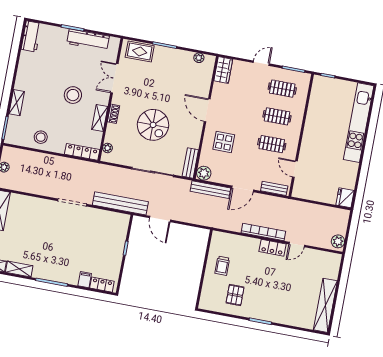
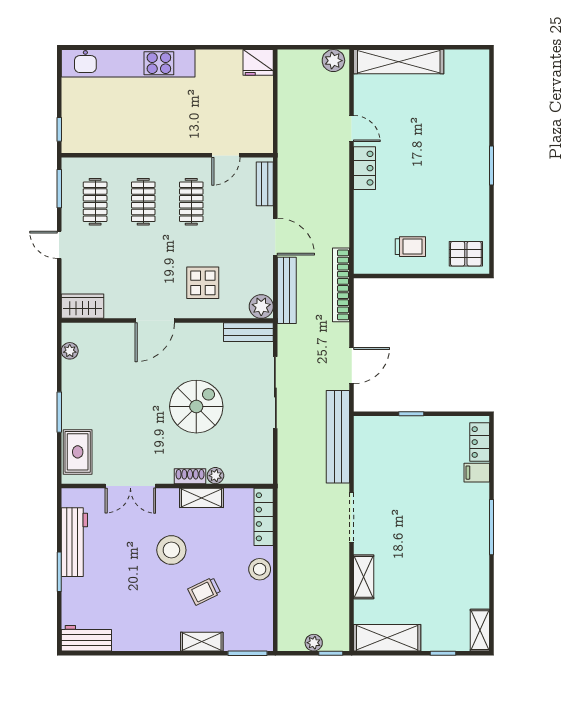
trolley: (46, 110) -> (204, 591), added
stool: (41, 137) -> (260, 569), moved
plant: (107, 148) -> (215, 476), moved
bookcase: (263, 232) -> (341, 285), moved
shelving: (19, 269) -> (364, 577), moved
pallet: (235, 295) -> (466, 254), moved
shelving: (325, 305) -> (399, 62), moved

